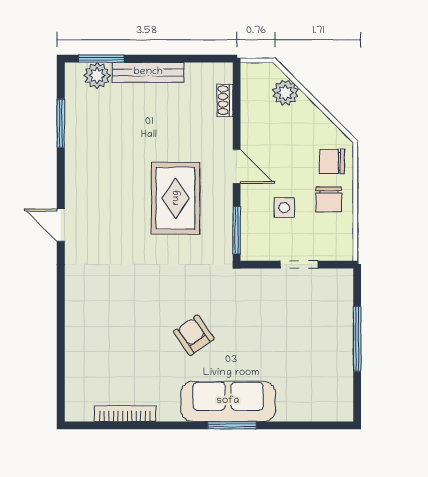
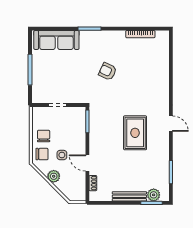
plant: (285, 93) -> (54, 176), moved
door: (237, 167) -> (87, 163), moved
rug: (176, 198) -> (135, 133), moved
side table: (284, 207) -> (62, 155), moved
armchair: (194, 335) -> (108, 71), turned 150
sofa: (228, 401) -> (56, 40), moved

